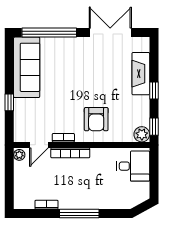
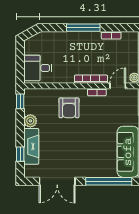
window: (154, 91) -> (20, 154), moved
armchair: (96, 119) -> (69, 108), turned 180
plant: (142, 134) -> (30, 121), moved

